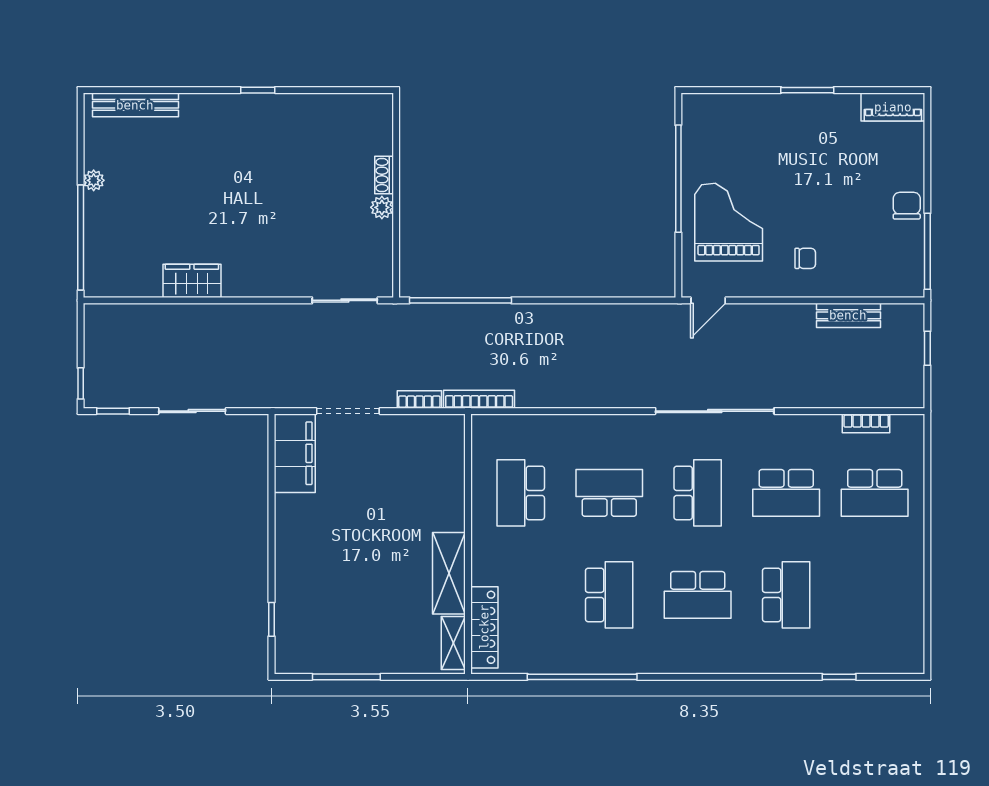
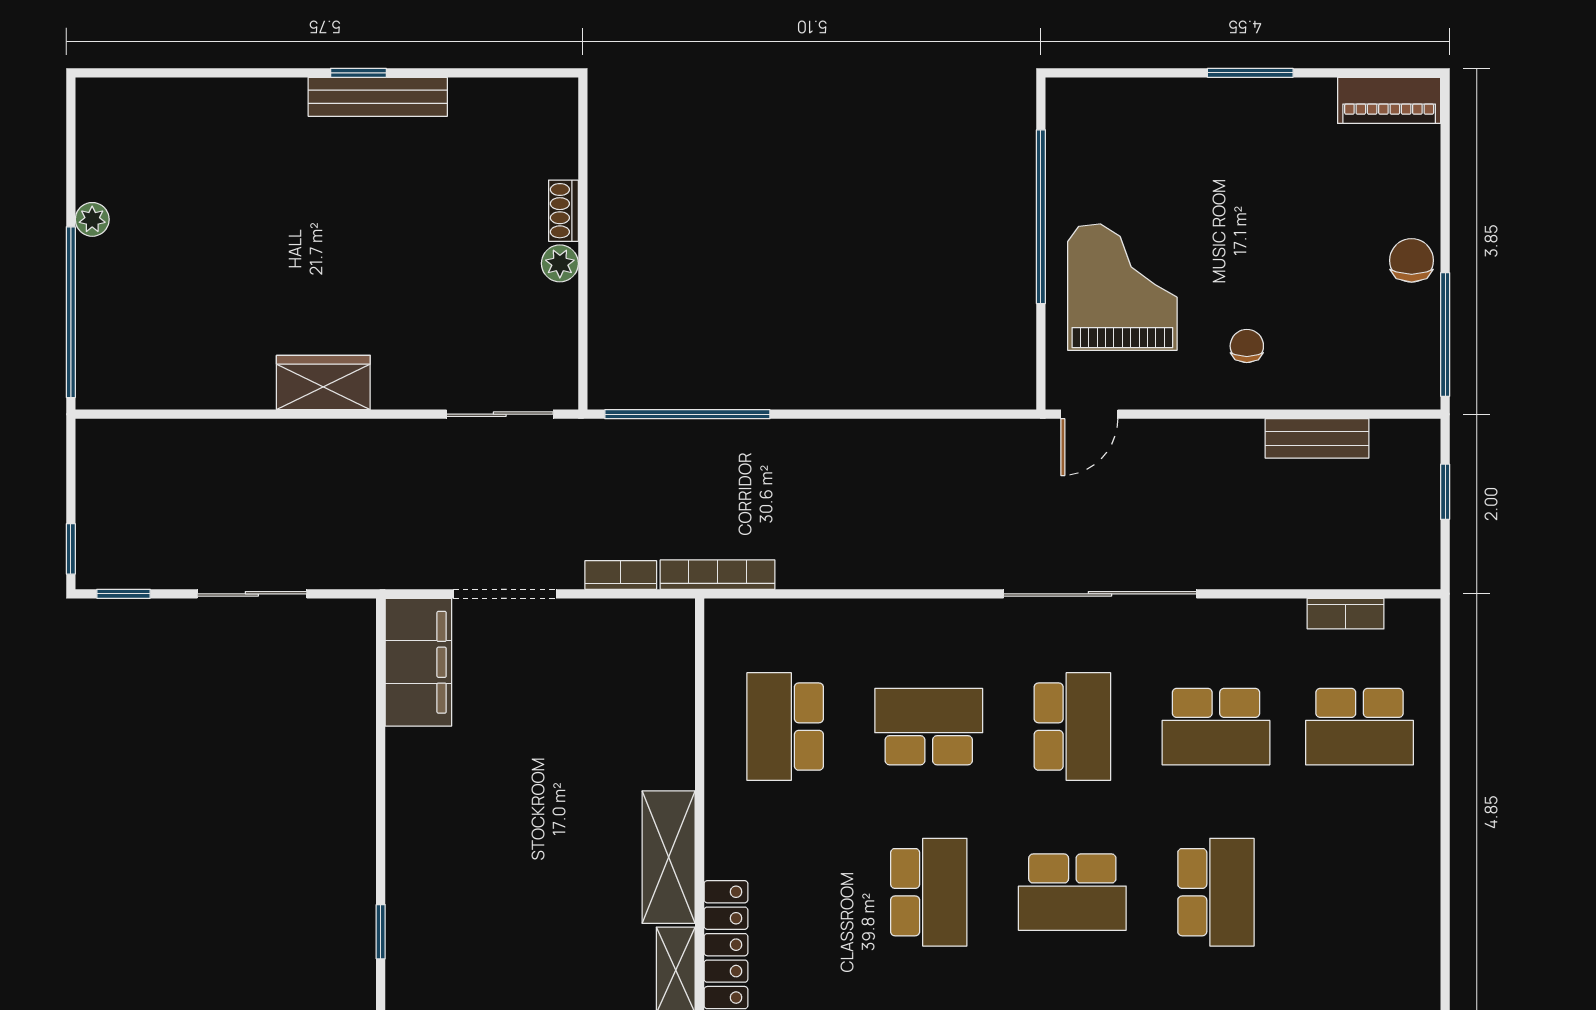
bench: (135, 105) -> (378, 97), moved
chair: (805, 258) -> (1247, 346), turned -90
wardrobe: (192, 281) -> (323, 383), moved

